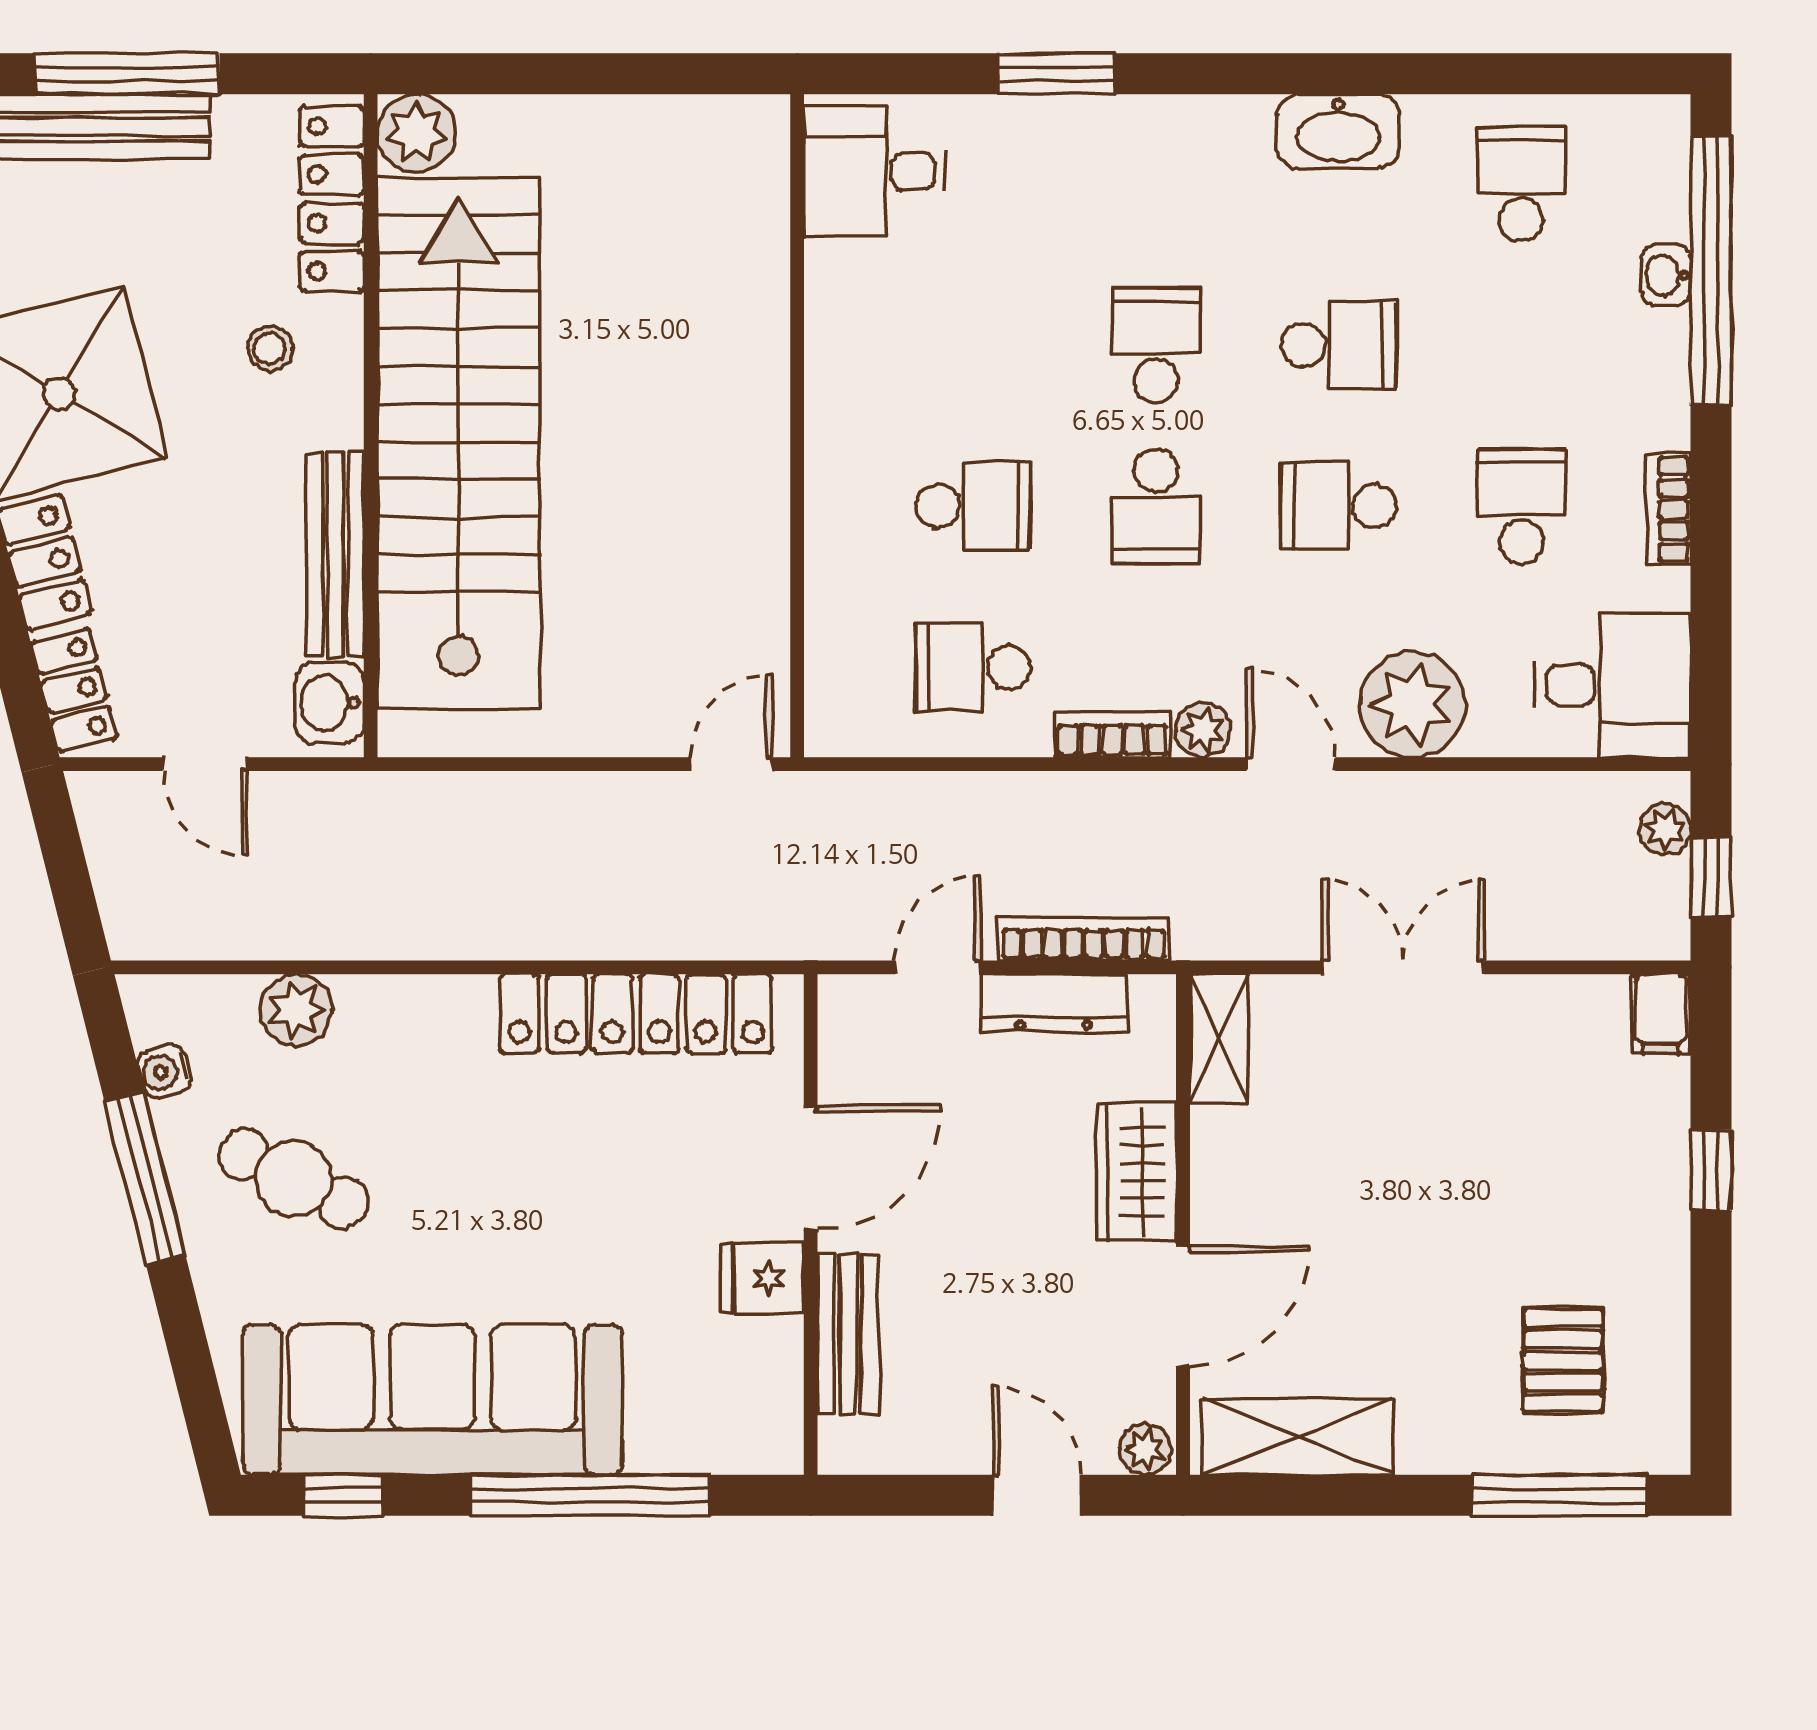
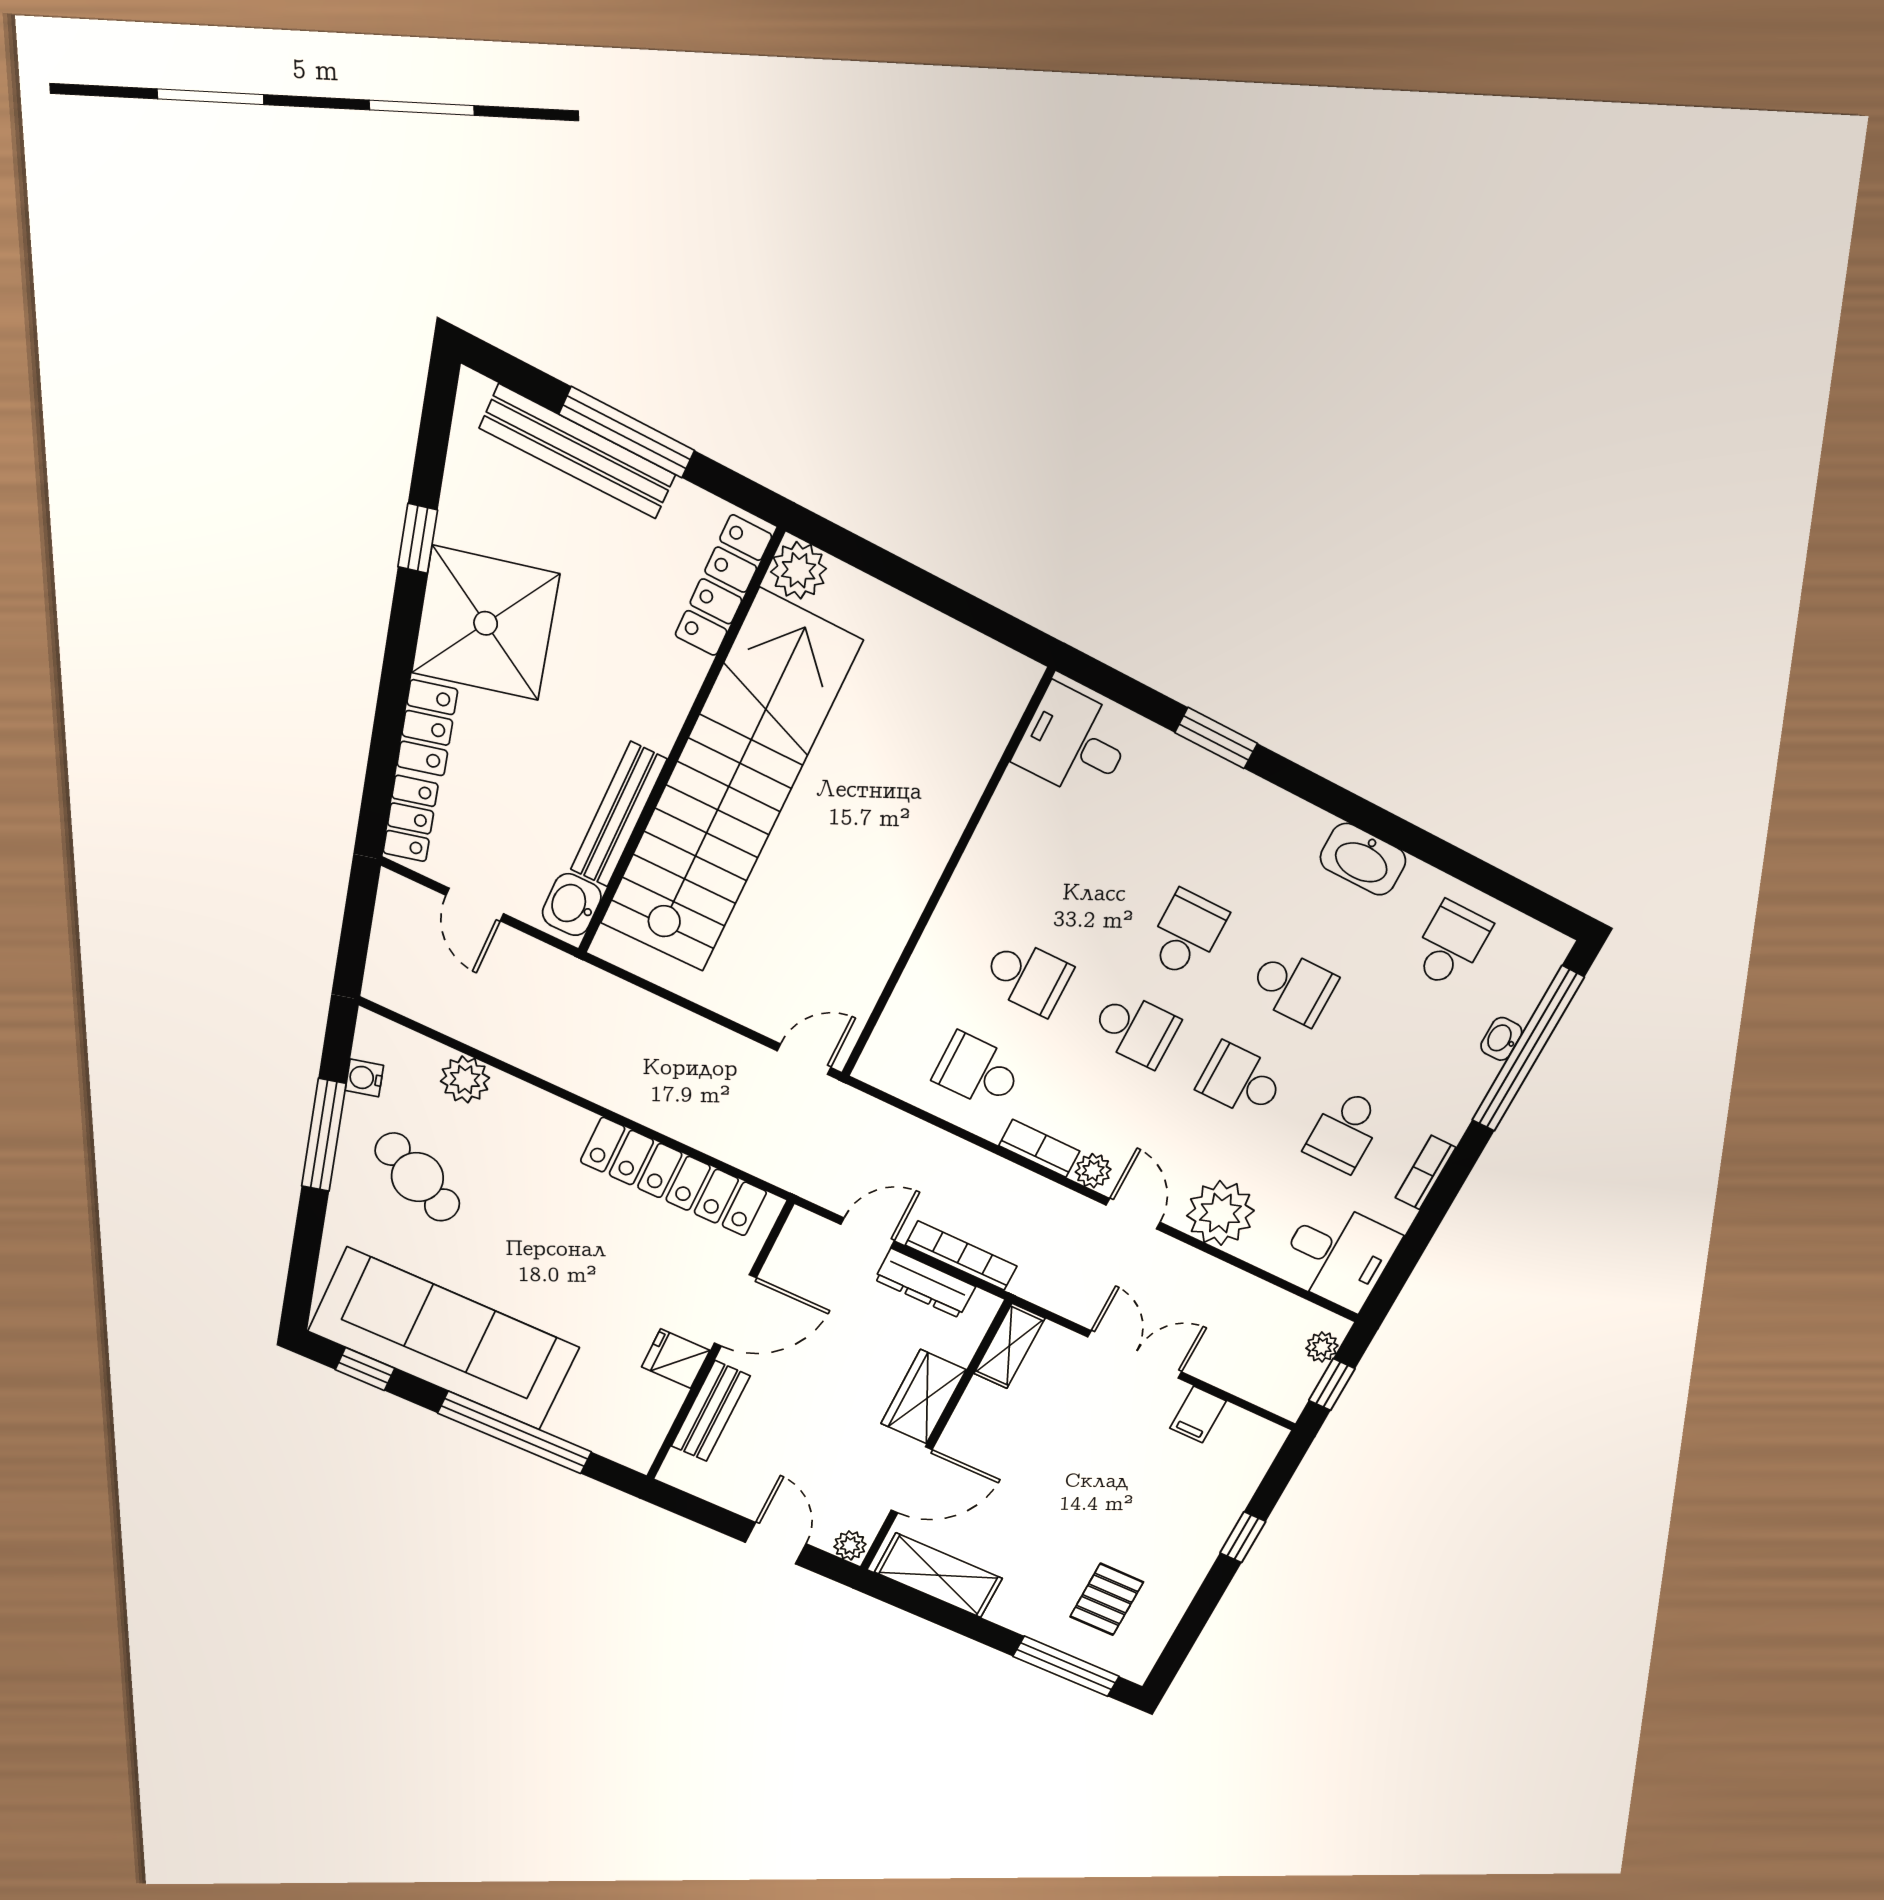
stool: (270, 348) -> (638, 663), removed
school desk: (1156, 506) -> (1135, 1029), turned -90
school desk: (1521, 506) -> (1345, 1131), turned 180
filing cabinet: (1661, 1014) -> (1198, 1415), moved

